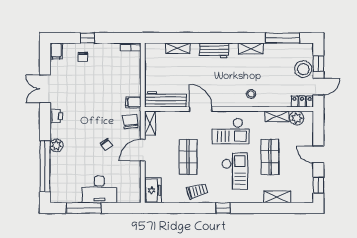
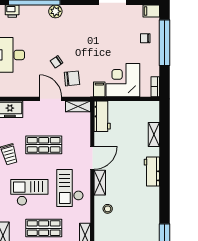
window: (87, 38) -> (165, 43), width x3.17
shelving: (251, 48) -> (100, 183), moved
corner desk: (124, 79) -> (123, 80), added
workbench: (165, 99) -> (102, 116), width x0.73
printer: (56, 116) -> (12, 11), moved
chair: (130, 121) -> (72, 78), moved
checkout: (235, 171) -> (29, 192), turned 180

